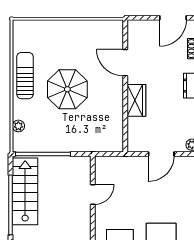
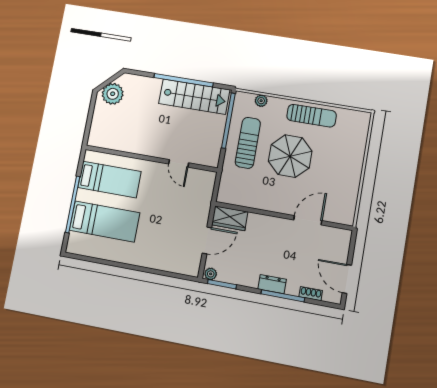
wardrobe: (136, 100) -> (230, 218), moved
sun lounger: (61, 132) -> (248, 143), added
door: (161, 154) -> (207, 240), swing flipped

